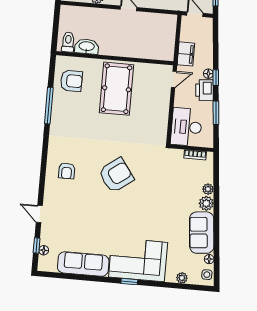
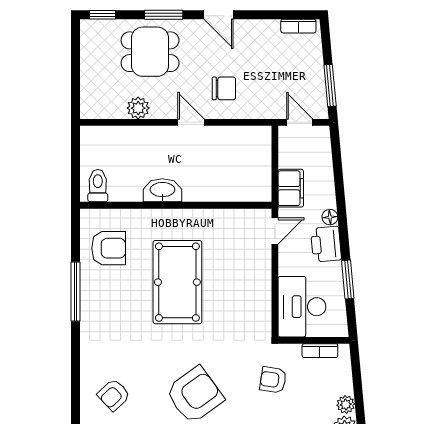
washbasin: (87, 47) -> (162, 190), moved
window: (216, 78) -> (343, 222), removed
pool table: (117, 89) -> (177, 282), moved
armchair: (165, 170) -> (273, 380), added
armchair: (67, 171) -> (114, 395), turned 47

